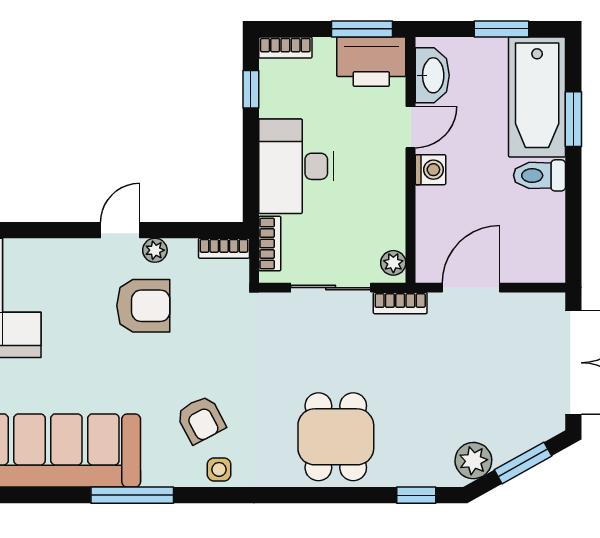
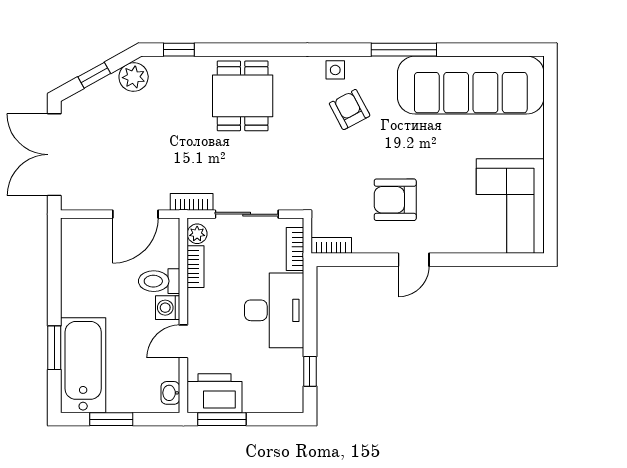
bookcase: (285, 48) -> (196, 267), moved, turned 90
washbasin: (432, 75) -> (170, 393), width x0.52, depth x0.69
toilet: (539, 175) -> (159, 281), moved, turned 180
plant: (155, 250) -> (386, 244), removed
window: (523, 463) -> (94, 75), width x0.67

